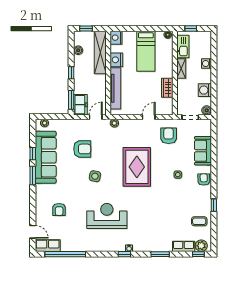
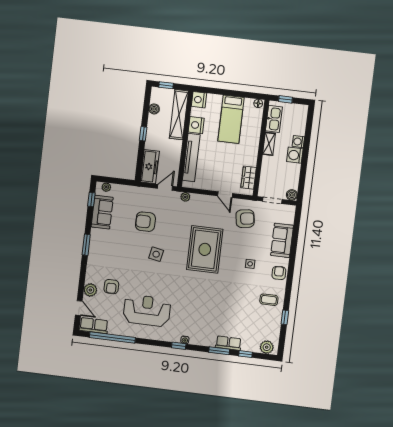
wardrobe: (167, 88) -> (249, 178), moved
washing machine: (205, 90) -> (295, 155), moved
window: (71, 100) -> (140, 165), removed
freezer: (80, 105) -> (150, 167), width x1.40
door: (149, 117) -> (225, 195), swing flipped
armchair: (169, 136) -> (245, 219), turned 81
armchair: (82, 149) -> (145, 222), turned 180
window: (33, 154) -> (91, 200), moved
sofa: (46, 157) -> (102, 212), width x0.54, depth x0.79
window: (214, 205) -> (285, 317), moved
plant: (41, 215) -> (90, 290), added
reception desk: (107, 216) -> (147, 311), moved
coffee table: (199, 221) -> (269, 300), moved
row of seats: (184, 246) -> (228, 343), moved
window: (198, 254) -> (246, 354), moved

